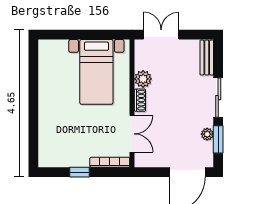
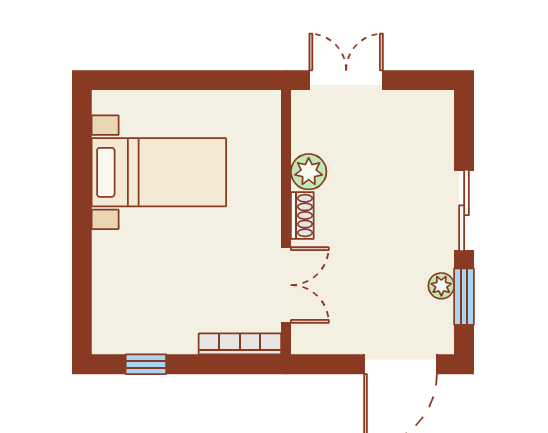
bench: (207, 57) -> (440, 127), removed
bed with nightstands: (96, 72) -> (159, 172), moved, turned -90
window: (80, 172) -> (146, 364), moved

